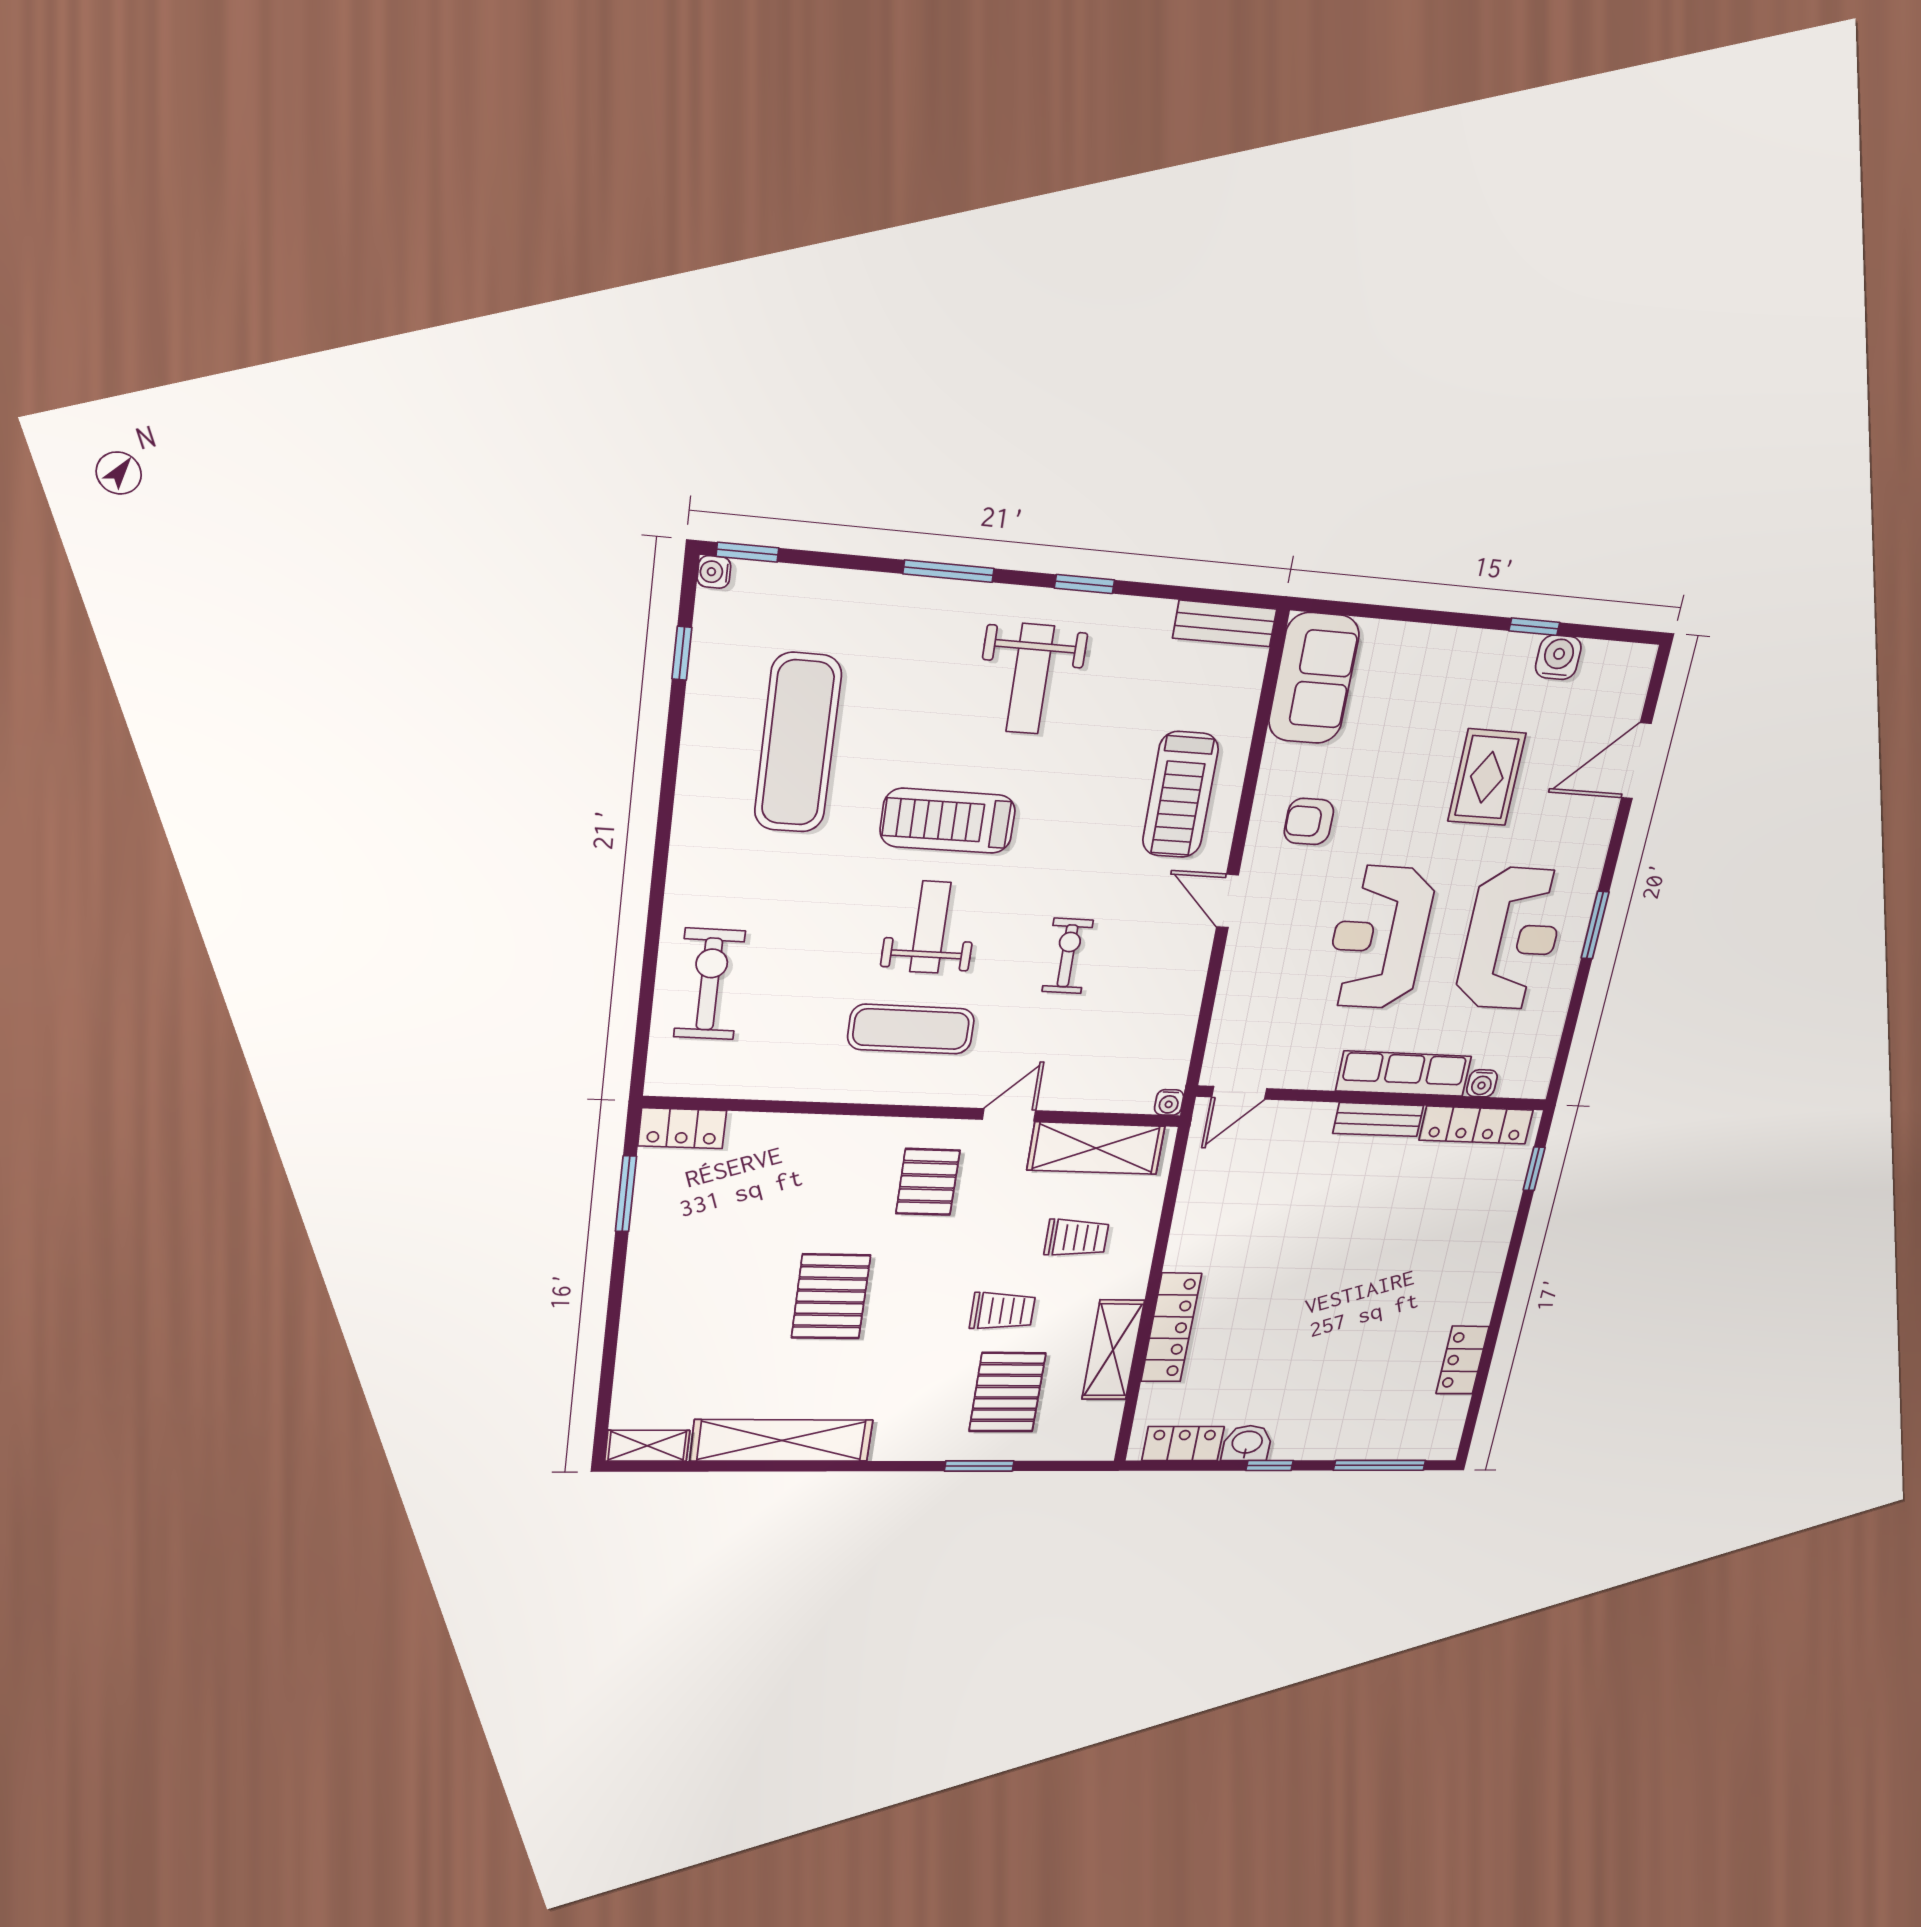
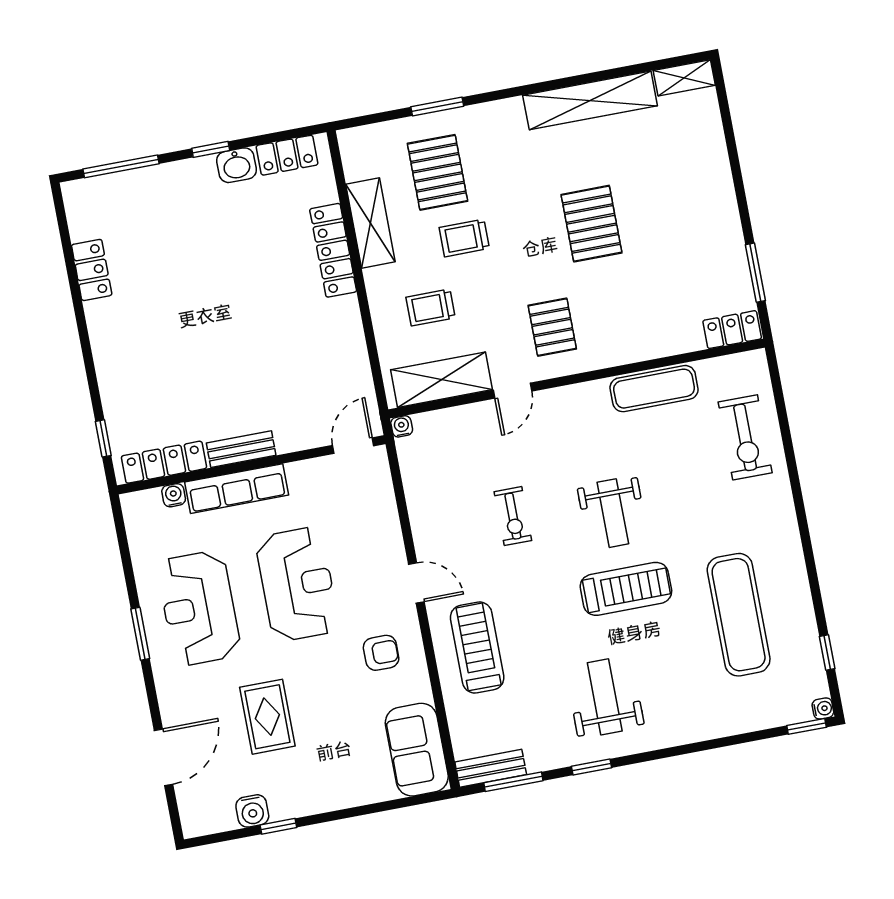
window: (949, 571) -> (513, 782), moved
exercise mat: (911, 1029) -> (654, 389), moved

